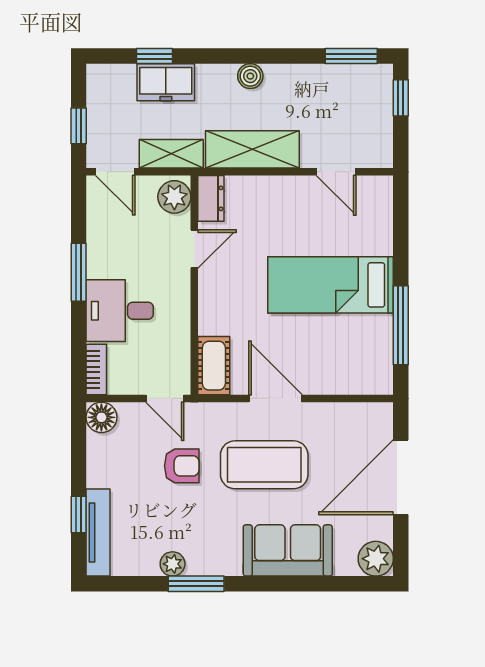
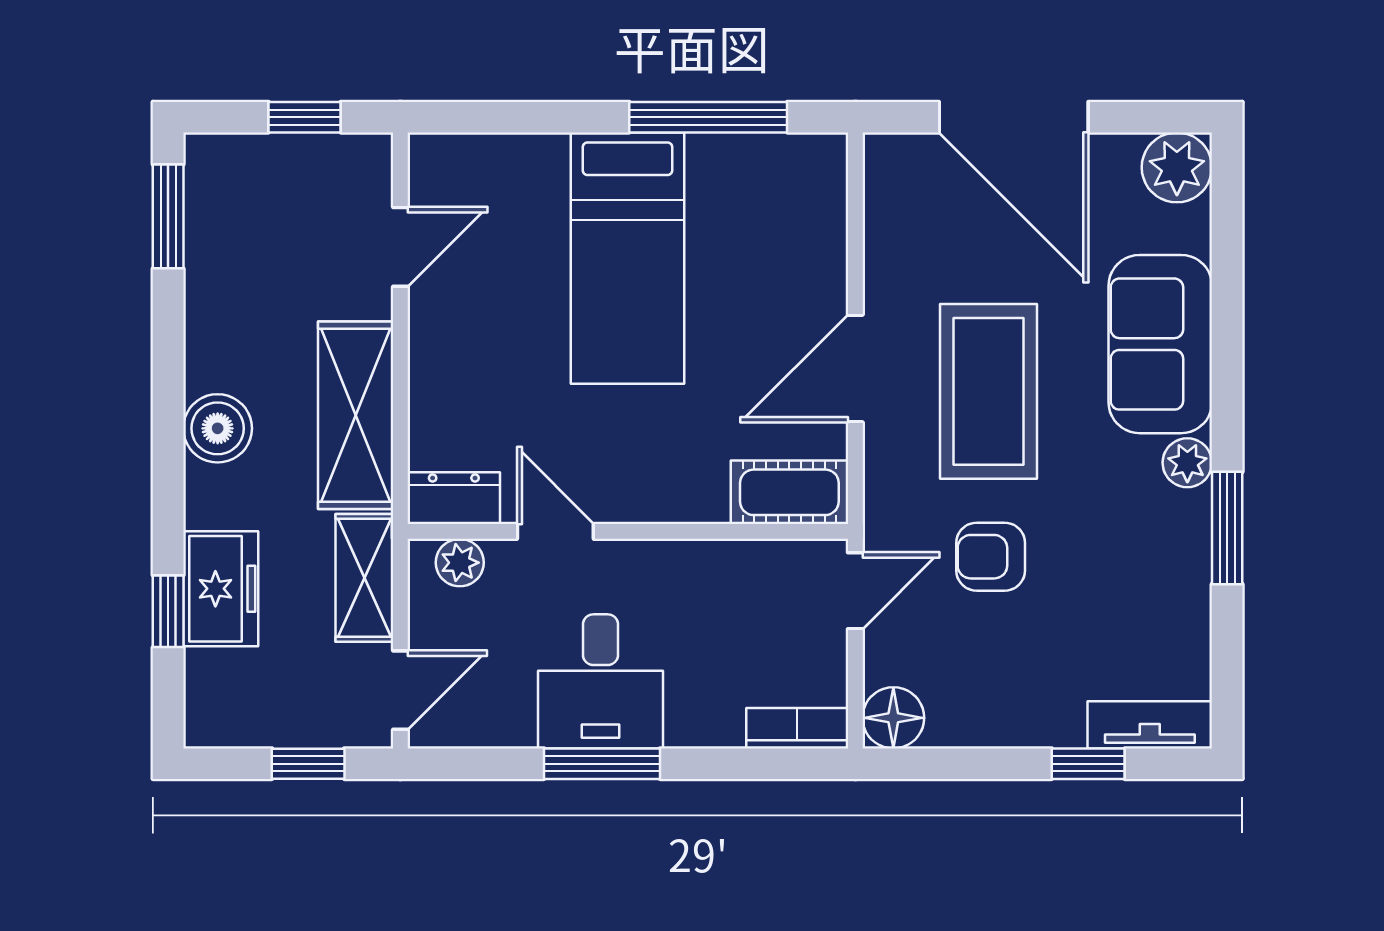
boiler: (250, 76) -> (218, 428), width x1.36, depth x1.36
window: (401, 98) -> (305, 117), moved
plant: (174, 197) -> (460, 563), width x0.73, depth x0.73
desk: (120, 311) -> (601, 681), moved
armchair: (182, 466) -> (991, 557), turned -90
tv unit: (98, 533) -> (1150, 725), width x0.71
plant: (173, 564) -> (1187, 463), moved

